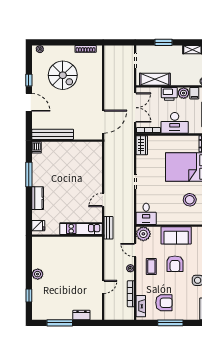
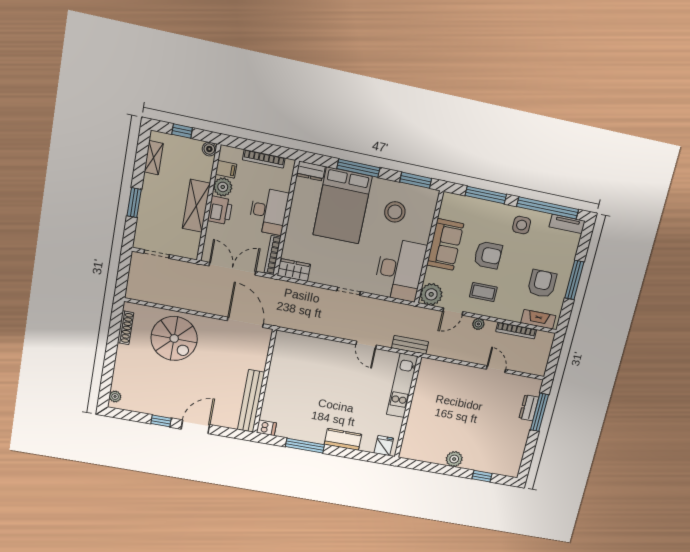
spiral stairs: (63, 75) -> (174, 338), moved, turned 90
shelving: (155, 79) -> (196, 206), moved
desk: (146, 214) -> (400, 270), width x1.87, depth x1.30
window: (60, 323) -> (539, 412), moved

